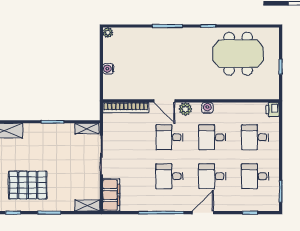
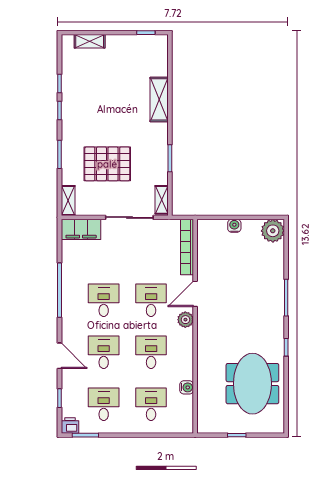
plant: (108, 33) -> (273, 231), width x1.88, depth x1.88
water cooler: (207, 108) -> (187, 387), moved
printer: (273, 110) -> (70, 425), moved
pallet: (28, 185) -> (107, 164), moved, turned 90
door: (203, 213) -> (60, 356), moved

